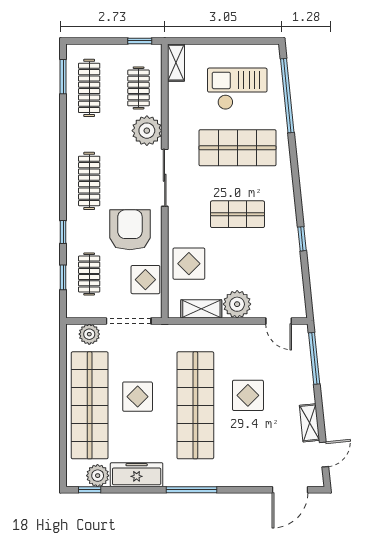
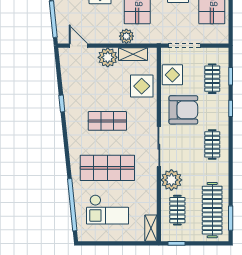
clothes rail: (89, 88) -> (212, 210), width x1.37, depth x1.31
clothes rail: (89, 181) -> (212, 144), width x0.73
armchair: (130, 230) -> (183, 110), turned -90
plant: (89, 334) -> (126, 36), moved

